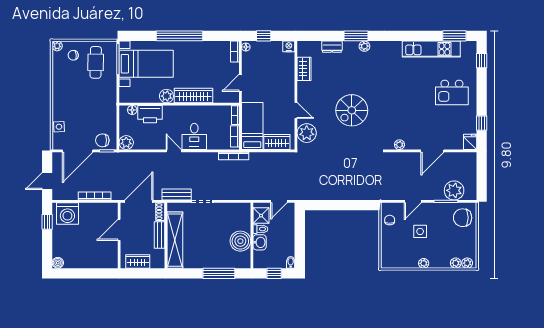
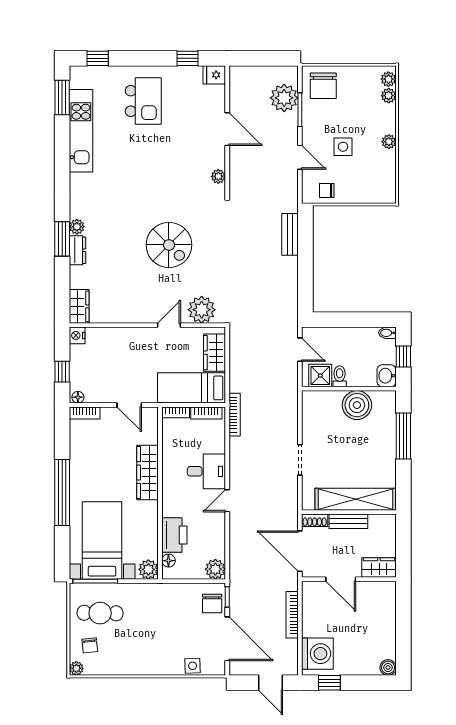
dresser: (332, 47) -> (77, 250), moved
wardrobe: (304, 69) -> (79, 306), moved, turned 90
plant: (166, 96) -> (148, 569), moved
bench: (177, 195) -> (290, 234), moved
washbasin: (260, 242) -> (387, 376), moved, turned -90
wardrobe: (138, 261) -> (379, 568), moved, turned 90

